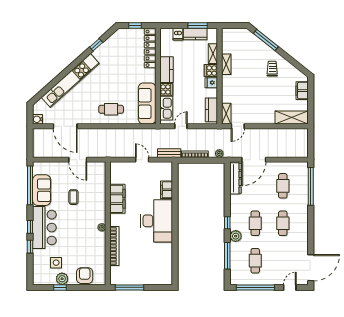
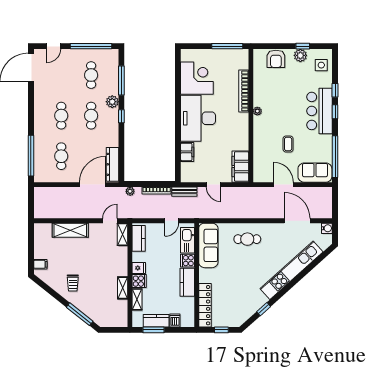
filing cabinet: (302, 91) -> (40, 264), width x0.50
shelving: (292, 118) -> (70, 230), moved
sofa: (42, 190) -> (315, 173), moved, turned 90
filing cabinet: (117, 199) -> (240, 167), moved
corner desk: (158, 258) -> (197, 78), added
side table: (56, 263) -> (321, 65), moved

